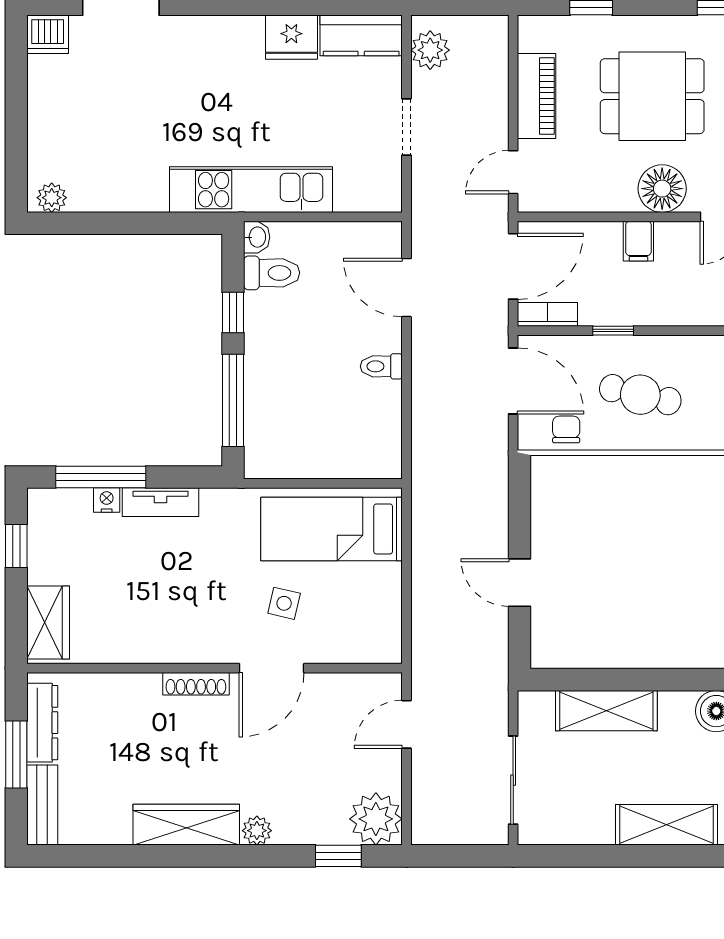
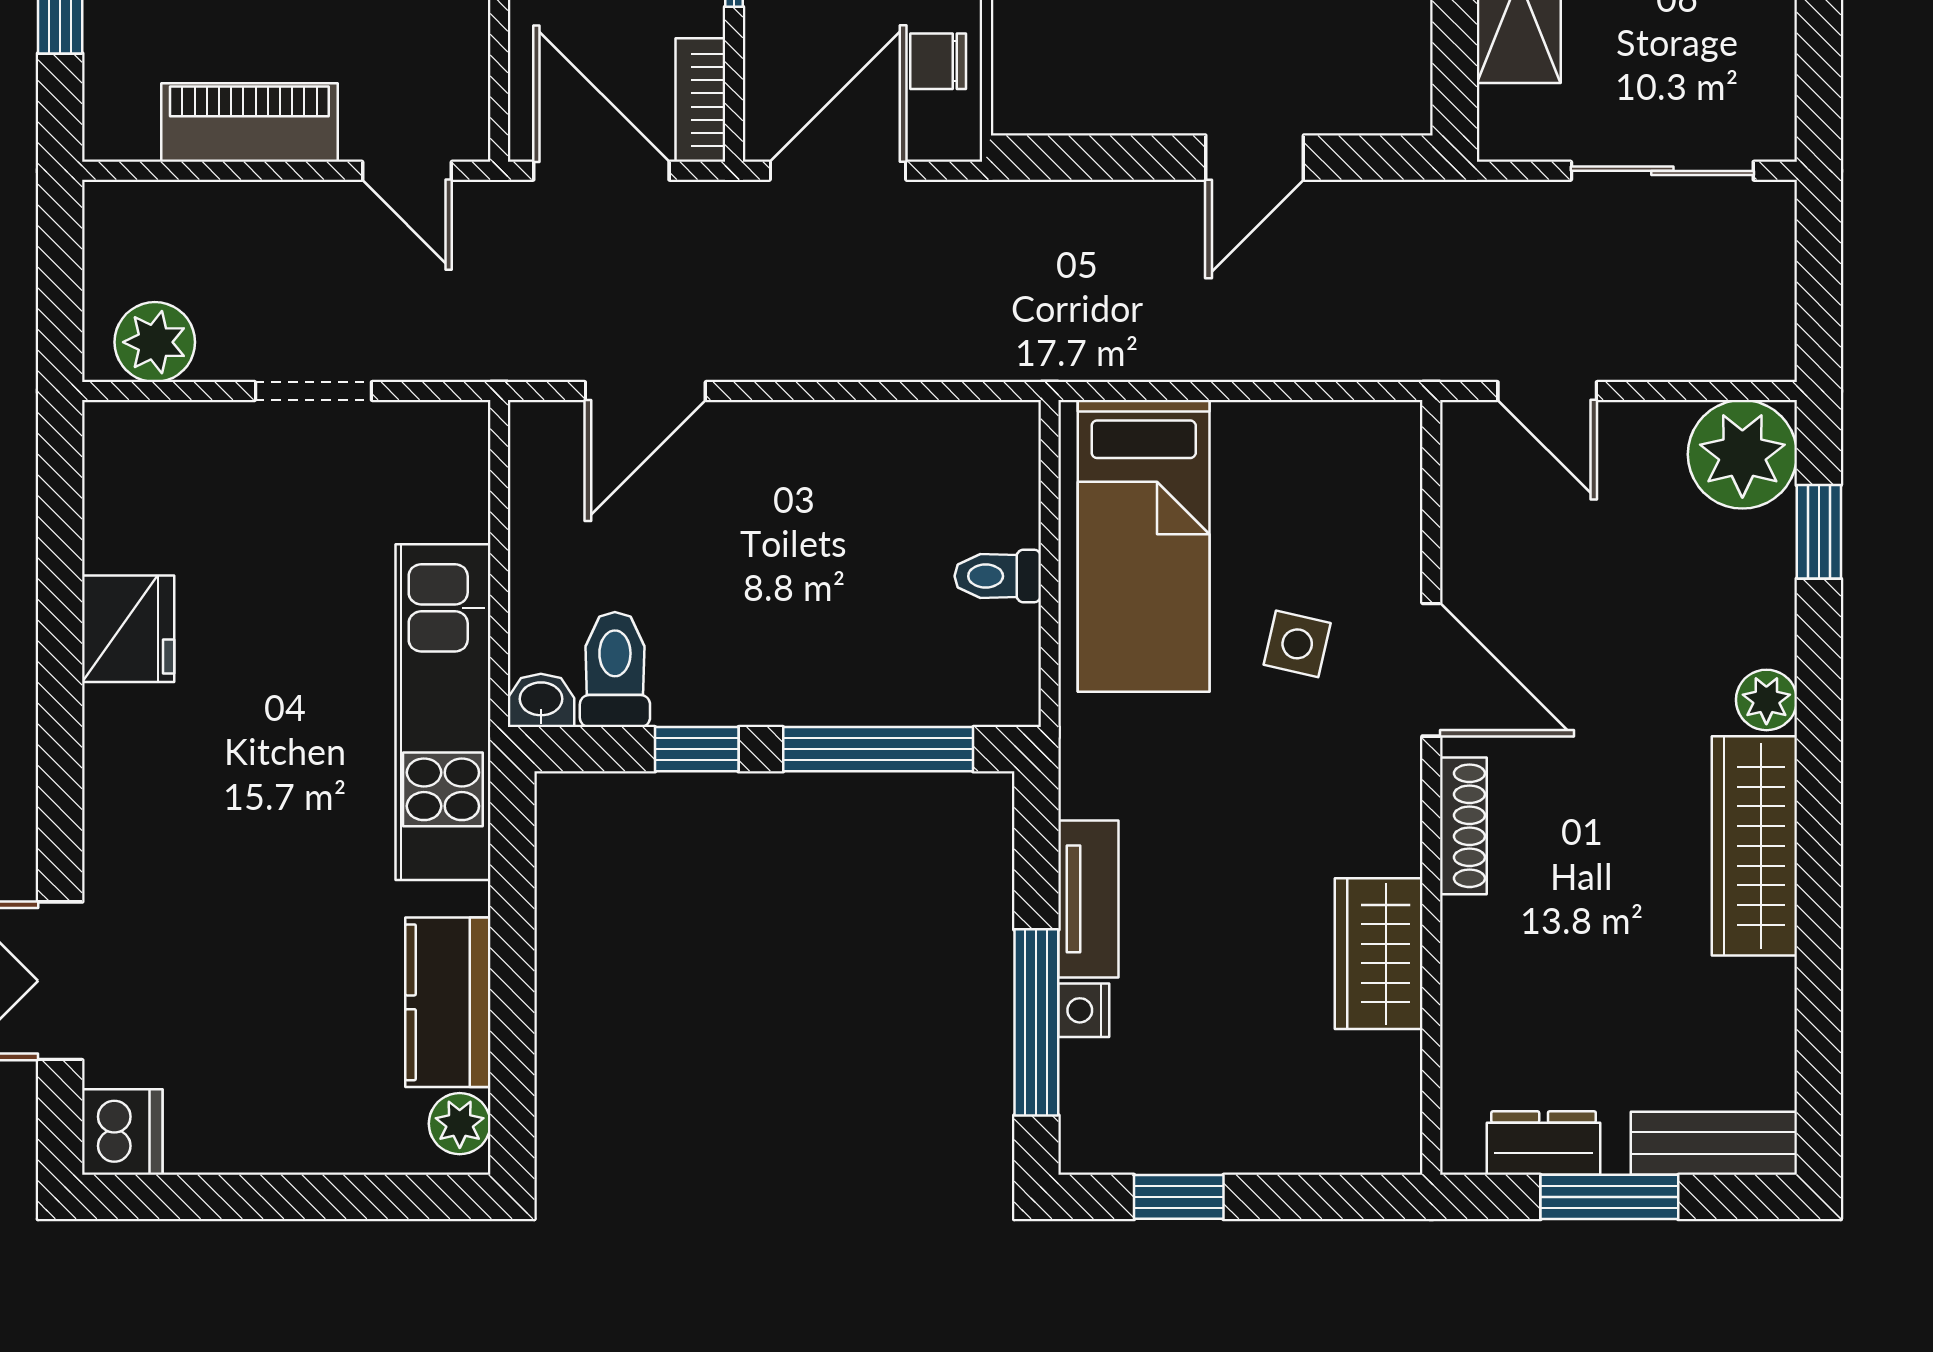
kitchen counter: (361, 35) -> (448, 1002), moved, turned 180
toilet: (381, 366) -> (998, 576), moved, turned 90
wardrobe: (48, 623) -> (1379, 954), moved, turned -90
dresser: (42, 723) -> (1544, 1143), width x0.70

